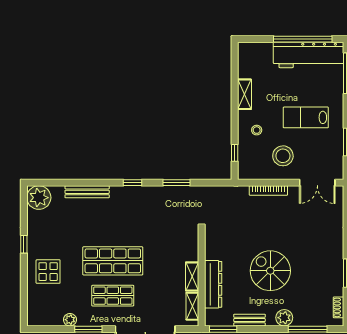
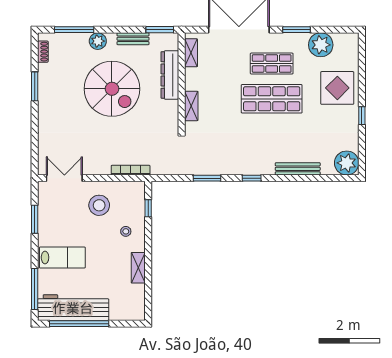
lab bench: (306, 117) -> (62, 257), moved
bookcase: (268, 190) -> (131, 170), moved
spiral stairs: (270, 271) -> (112, 89), width x1.37, depth x1.37
display table: (48, 272) -> (337, 88), width x1.36, depth x1.36
shelving: (192, 276) -> (191, 106), moved
plant: (70, 320) -> (321, 45), width x1.88, depth x1.88

